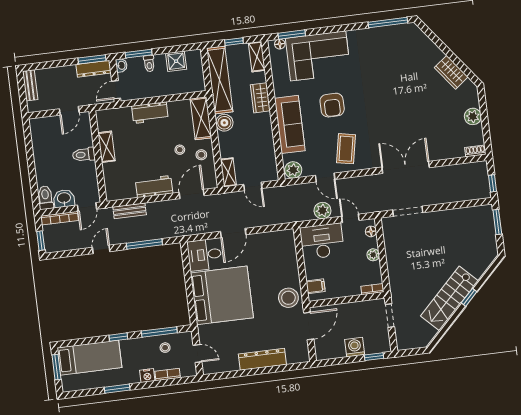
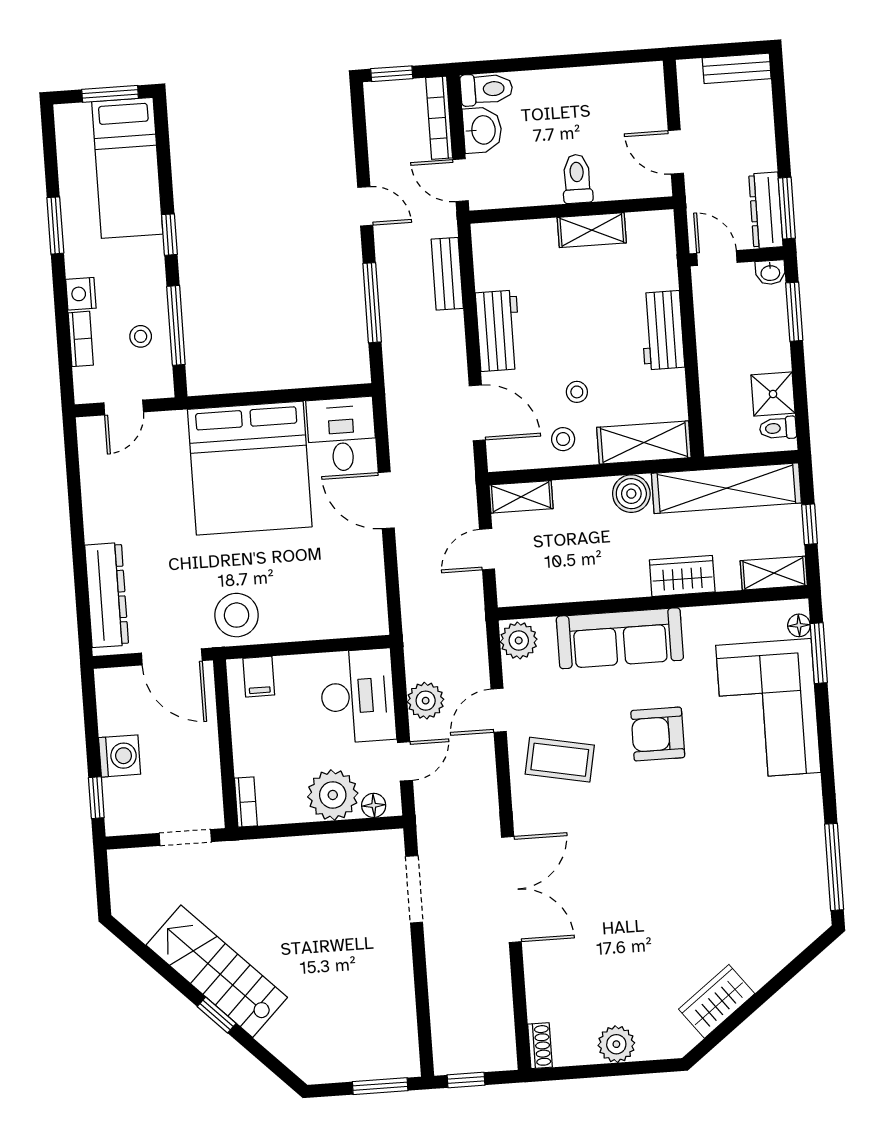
toilet: (149, 63) -> (778, 428), moved
plant: (373, 255) -> (333, 795), width x1.88, depth x1.88
dresser: (262, 359) -> (107, 595), moved

